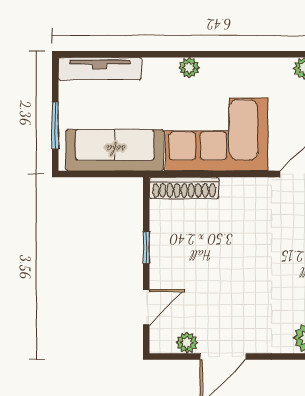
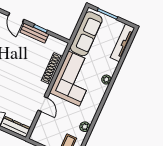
shoe rack: (184, 188) -> (52, 69), moved
bench: (161, 256) -> (34, 33), added

